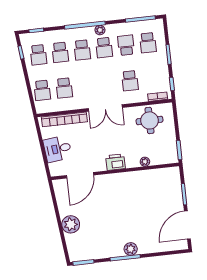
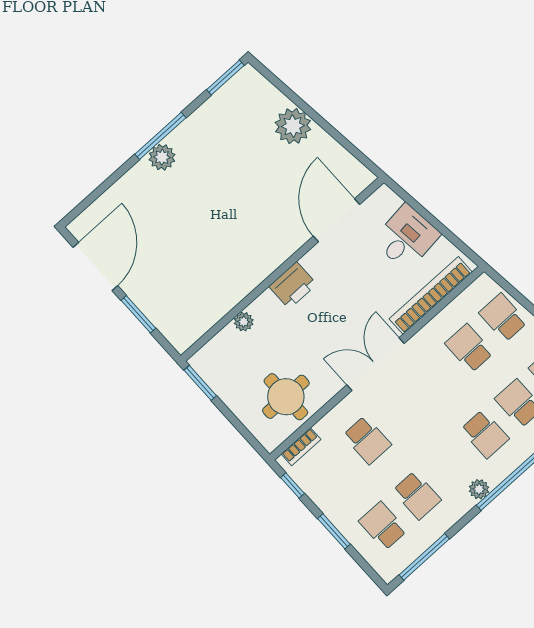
school desk: (104, 48) -> (451, 465), removed
school desk: (82, 50) -> (485, 434), turned 180
school desk: (130, 81) -> (367, 440), turned 180

